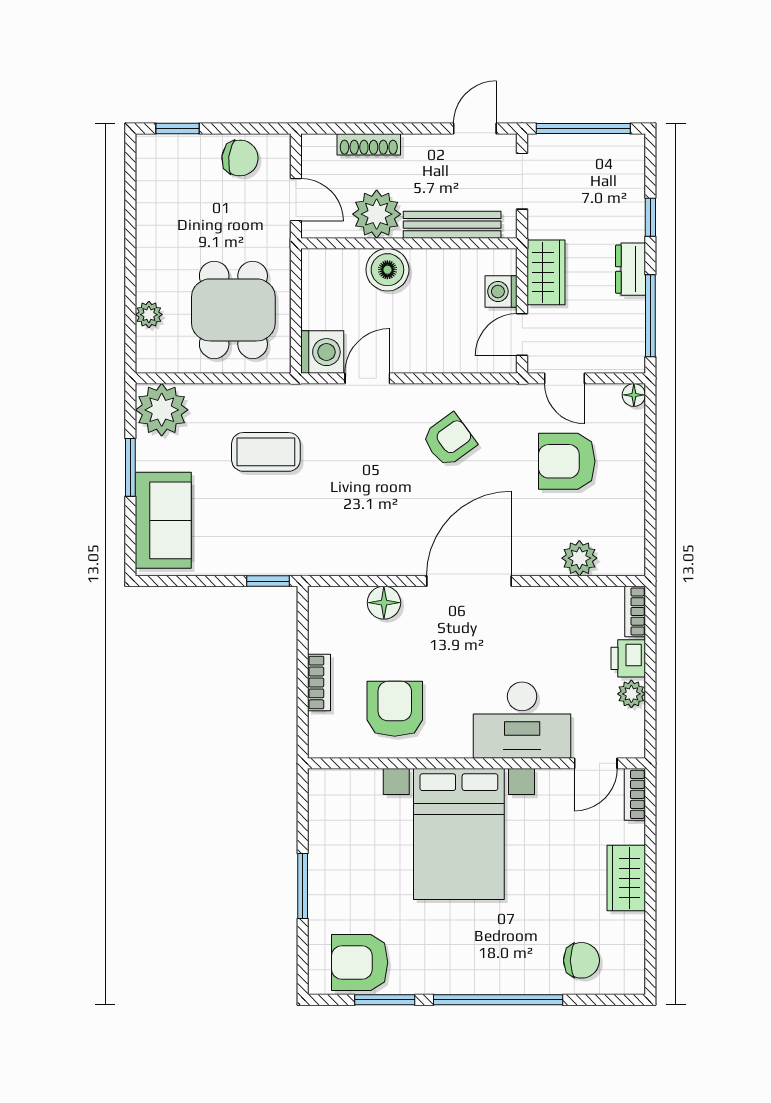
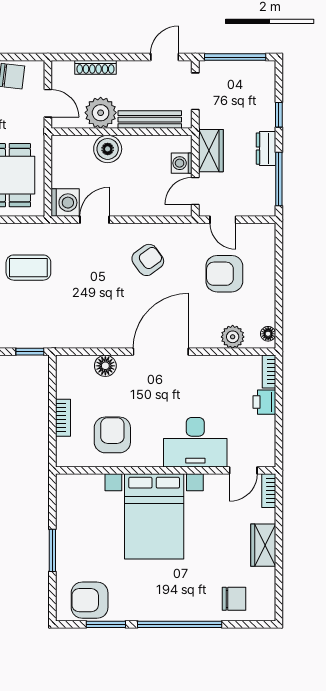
floor lamp: (634, 395) -> (268, 334), moved
plant: (631, 694) -> (266, 425), removed

